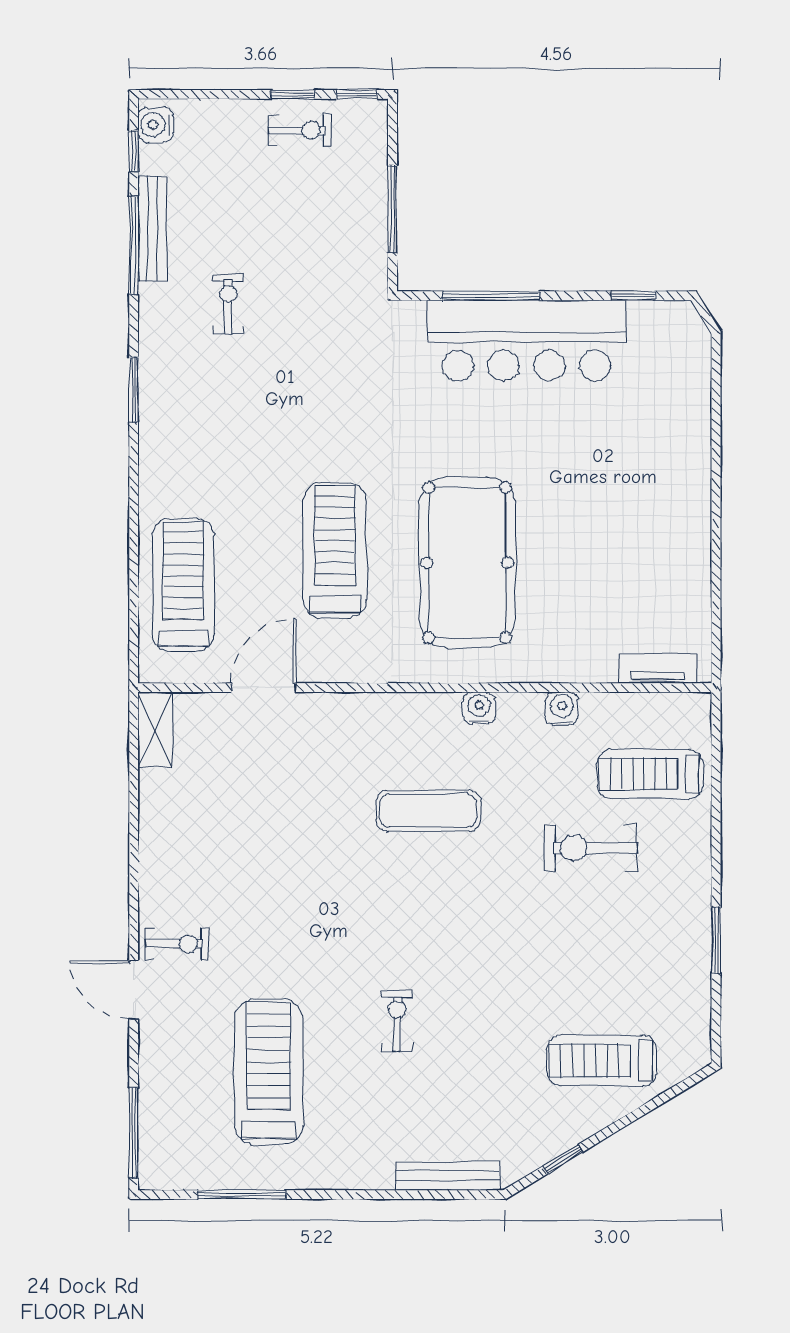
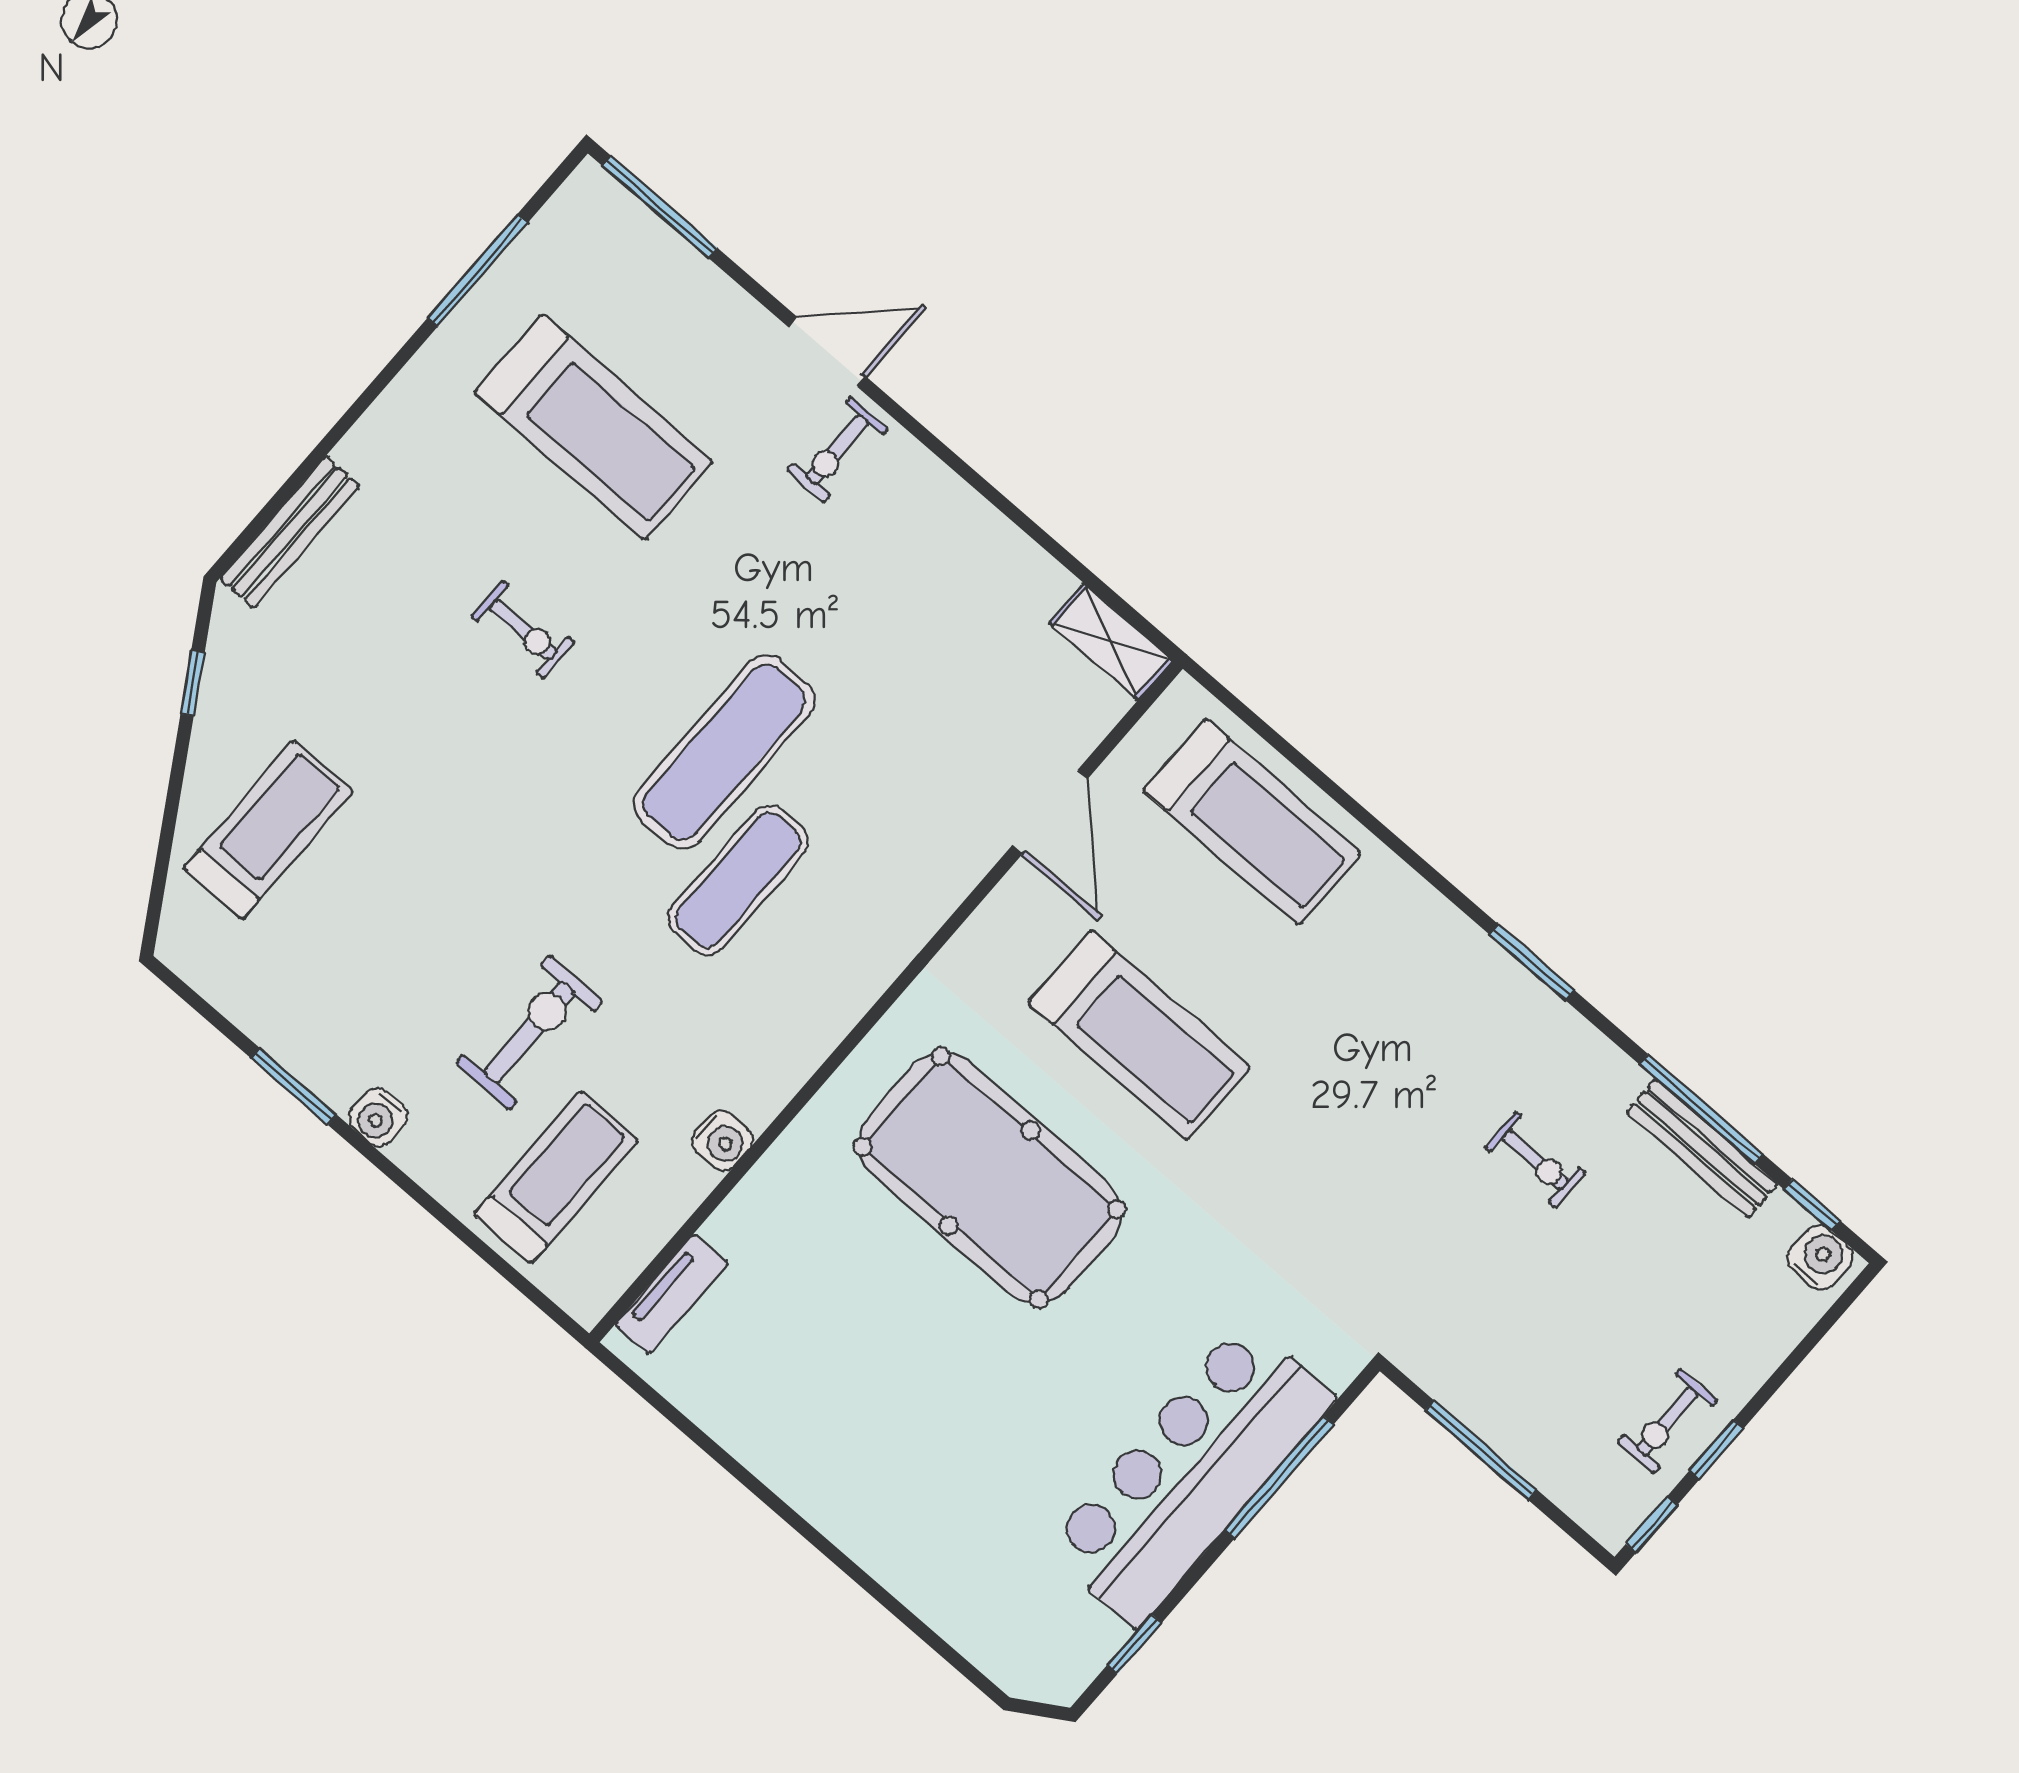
water cooler: (479, 708) -> (378, 1117), moved, turned 90
exercise mat: (372, 871) -> (724, 752), added

